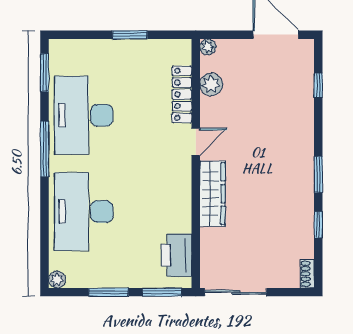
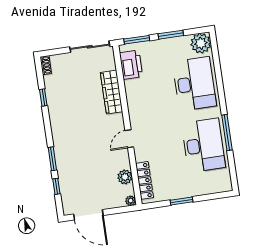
window: (45, 73) -> (232, 169), removed
locker: (182, 94) -> (145, 180), moved
window: (45, 149) -> (227, 132), moved
window: (318, 174) -> (52, 159), moved
wardrobe: (212, 194) -> (112, 92), moved
plant: (57, 280) -> (201, 43), width x1.87, depth x1.87

